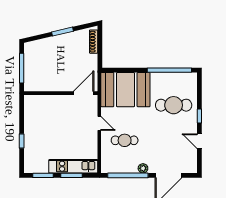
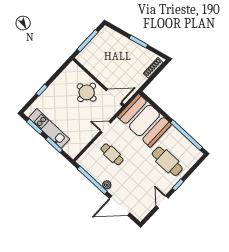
round table: (59, 110) -> (87, 92), added
door: (99, 123) -> (106, 127), swing flipped
kitchen unit: (73, 166) -> (49, 128), moved

